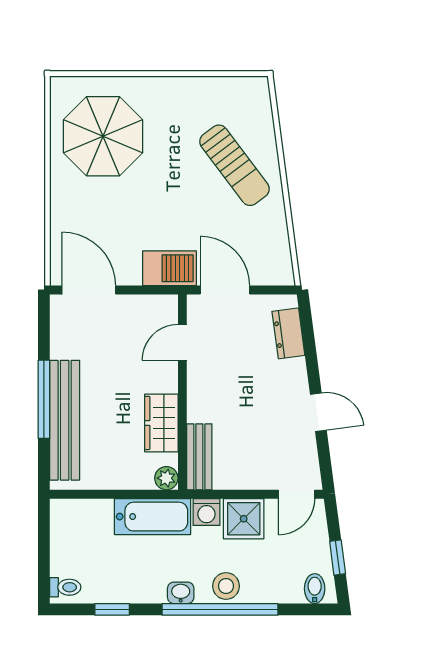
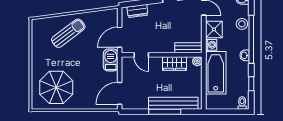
bathtub: (152, 517) -> (216, 73), width x1.36, depth x1.36
stool: (226, 586) -> (242, 24), moved

